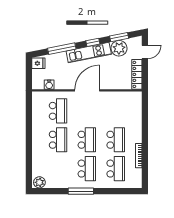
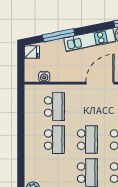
window: (93, 42) -> (94, 28), removed
door: (87, 90) -> (100, 83), moved

